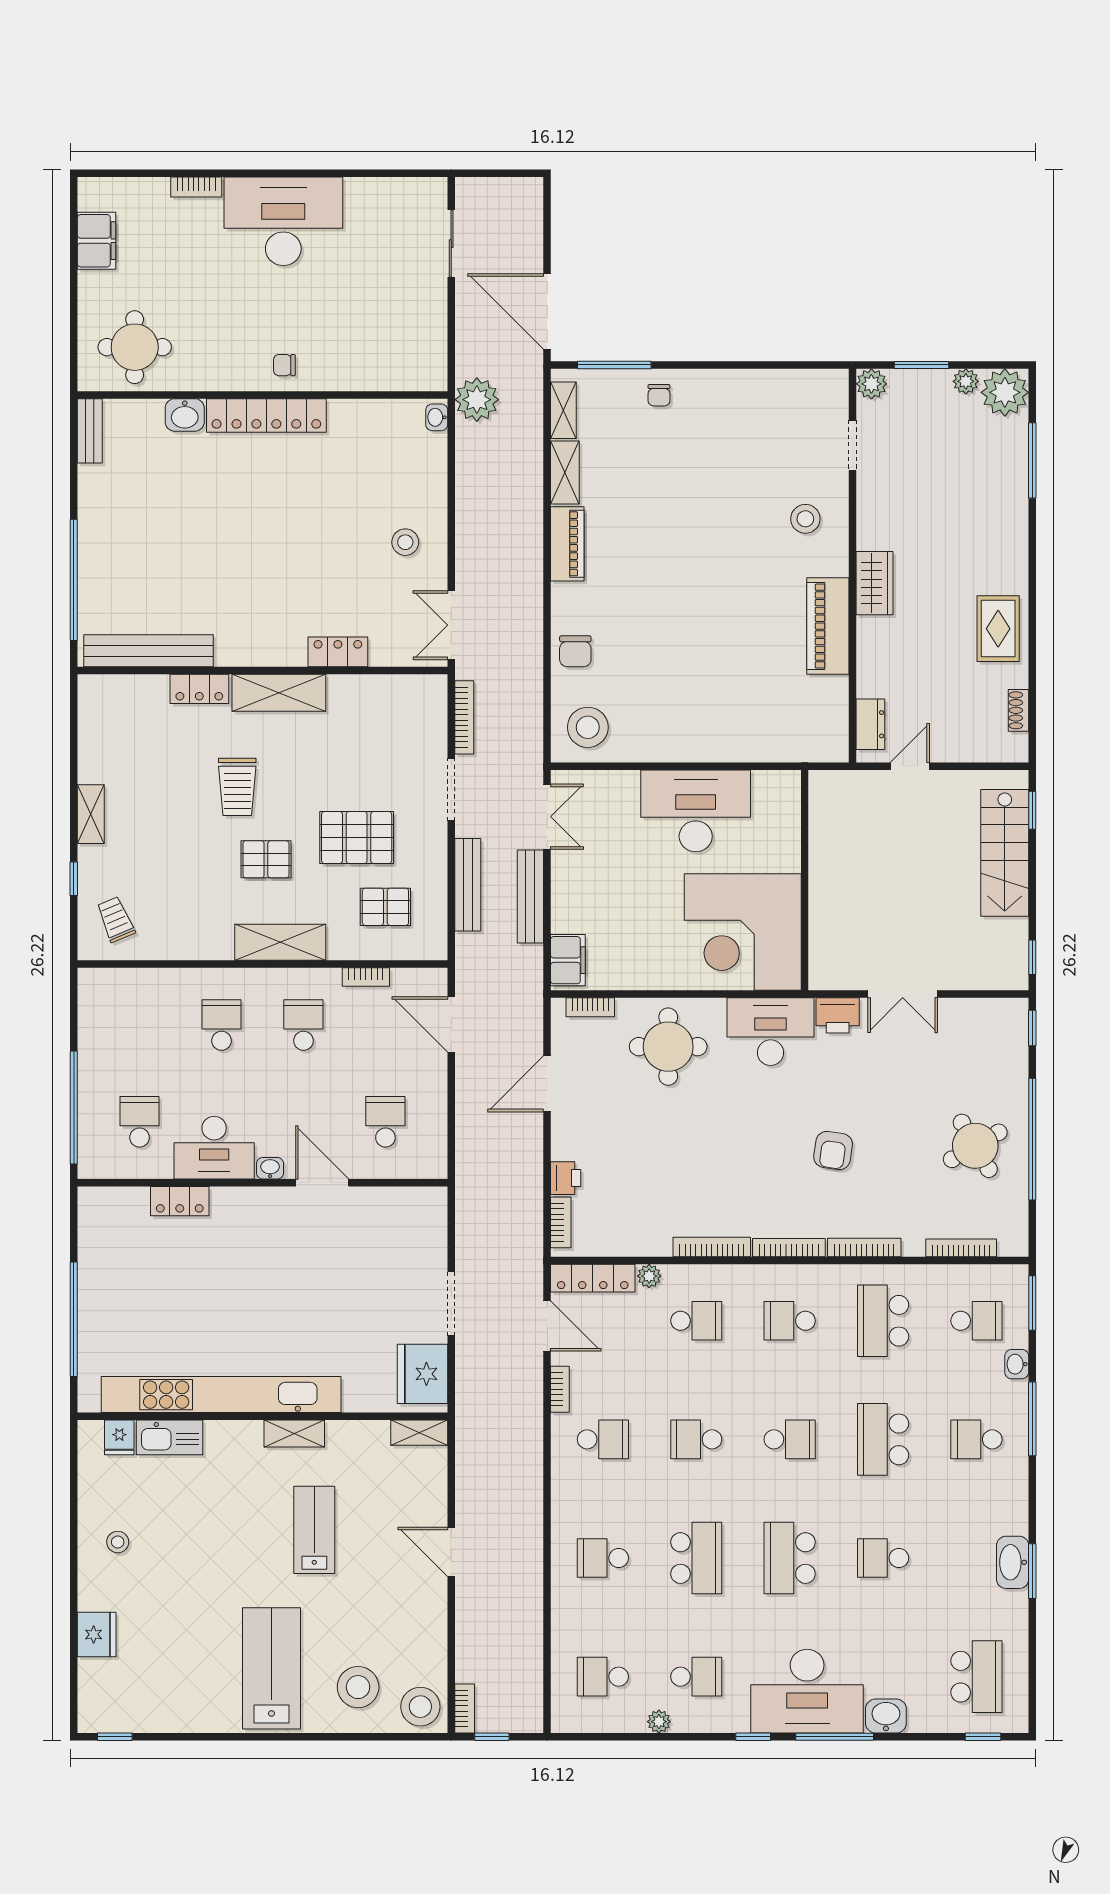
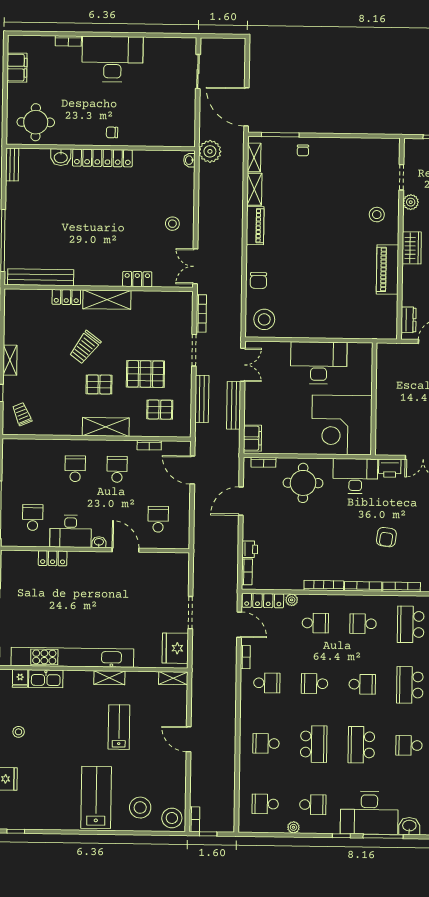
plant: (871, 384) -> (411, 202), moved
trolley: (237, 787) -> (85, 347), turned 37

